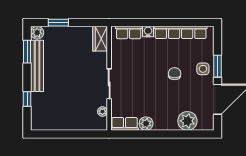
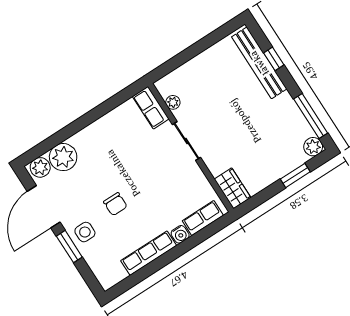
row of seats: (181, 32) -> (149, 253), width x0.73
window: (27, 52) -> (311, 116), width x1.44
bench: (37, 66) -> (259, 63), moved
row of seats: (125, 124) -> (151, 108), moved, turned 90
plant: (146, 124) -> (40, 167), moved

